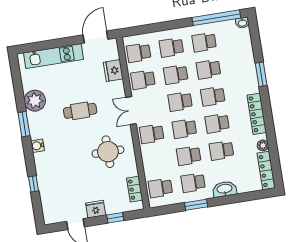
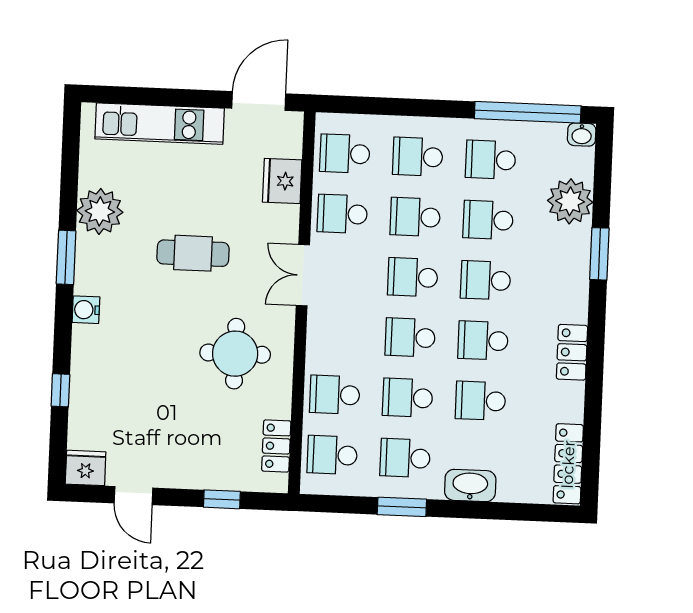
locker: (257, 114) -> (572, 352), width x0.66
school desk: (152, 134) -> (335, 395), moved
plant: (263, 145) -> (570, 201), moved, width x1.88, depth x1.88
fridge: (96, 209) -> (86, 468), moved

